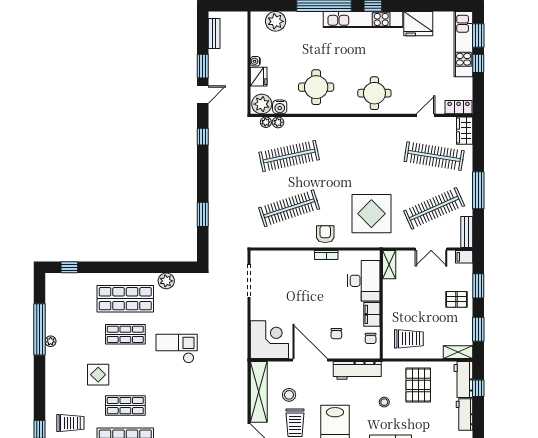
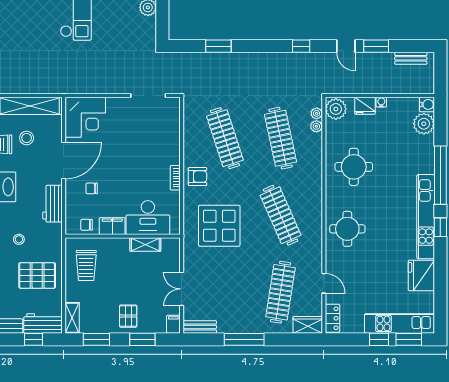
water cooler: (280, 107) -> (427, 104), moved, turned 180
clothes rail: (434, 208) -> (281, 215), moved
shelving: (389, 265) -> (145, 244), moved
workbench: (357, 370) -> (53, 204), width x0.73

